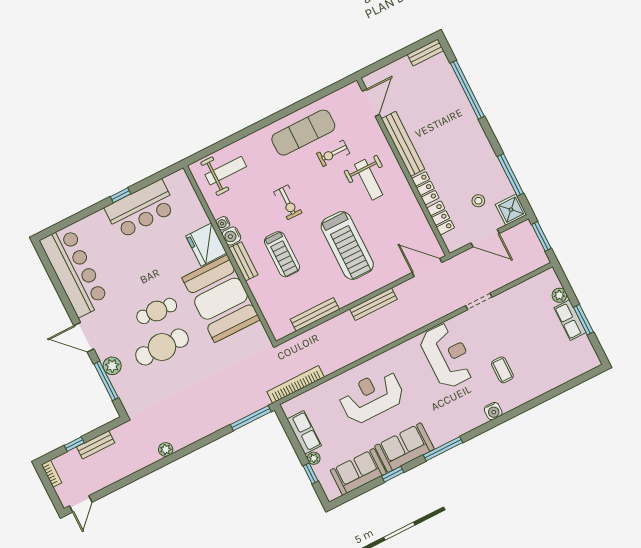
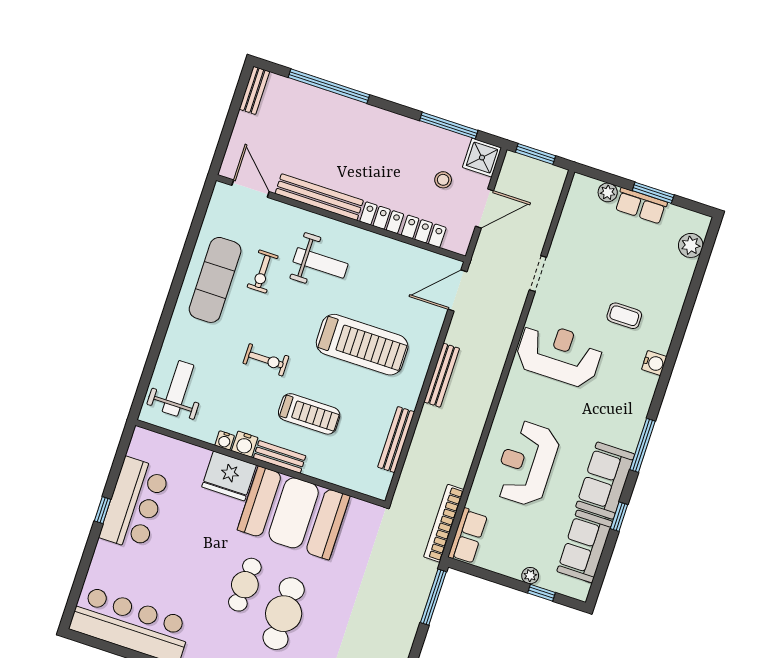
plant: (575, 368) -> (691, 245), added
row of seats: (304, 432) -> (468, 536), moved, turned 90

